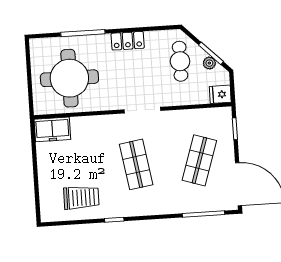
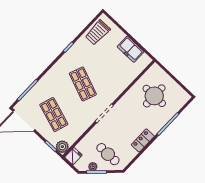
round table: (69, 78) -> (154, 96), width x0.73, depth x0.73
plant: (223, 116) -> (62, 147), added
freezer: (52, 129) -> (131, 49), moved, turned -90
shop shelf: (136, 164) -> (83, 84), turned 30
trolley: (81, 198) -> (98, 33), moved

